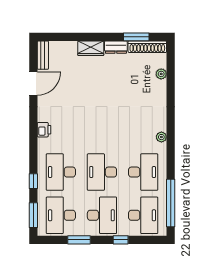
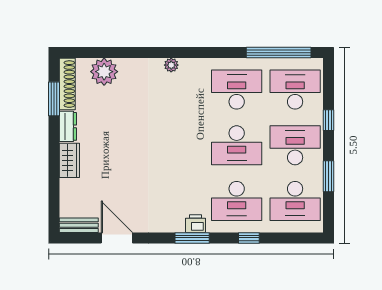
plant: (161, 74) -> (104, 72), width x1.88, depth x1.88
printer: (44, 130) -> (196, 224), moved
plant: (161, 137) -> (171, 65), moved
window: (33, 215) -> (192, 238), moved

